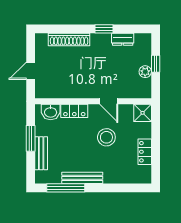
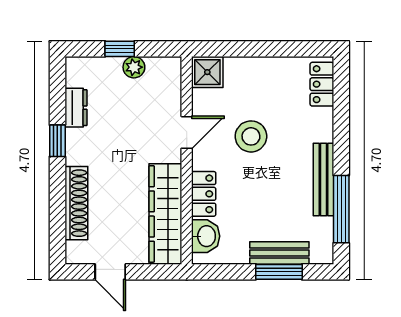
door: (31, 71) -> (110, 272), moved
wardrobe: (63, 89) -> (165, 214), added
window: (31, 138) -> (279, 272), moved
locker: (145, 152) -> (322, 84), moved, turned 90

